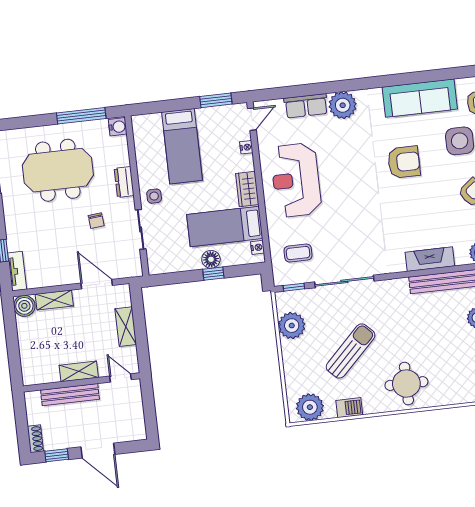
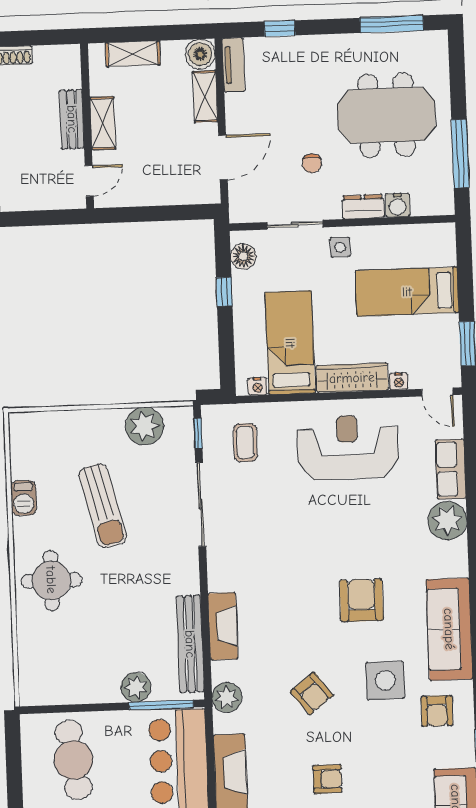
water cooler: (118, 127) -> (398, 205), moved
armchair: (404, 162) -> (361, 600), turned 180
meeting table: (58, 170) -> (386, 115), turned 90
wardrobe: (247, 189) -> (352, 378), width x1.50
chair: (96, 221) -> (312, 163), turned -85
floor lamp: (211, 259) -> (243, 256), moved
tv unit: (17, 271) -> (233, 65), moved, turned -90
window: (213, 274) -> (224, 292), moved
shelving: (126, 327) -> (133, 54), moved
sun lounger: (351, 351) -> (103, 506), turned 31
bench: (70, 395) -> (72, 119), width x0.73
plant: (310, 407) -> (28, 443), removed

